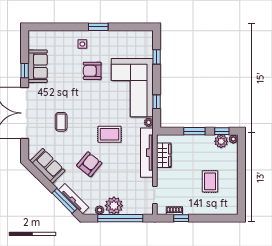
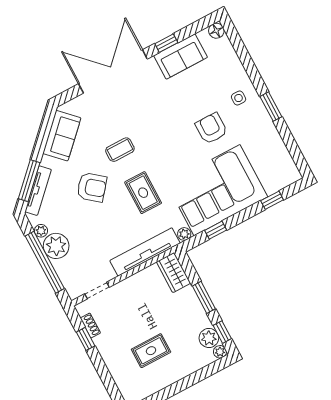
floor lamp: (33, 36) -> (216, 31), added
coffee table: (61, 122) -> (120, 150), moved
wardrobe: (164, 155) -> (173, 273), moved, turned 90

